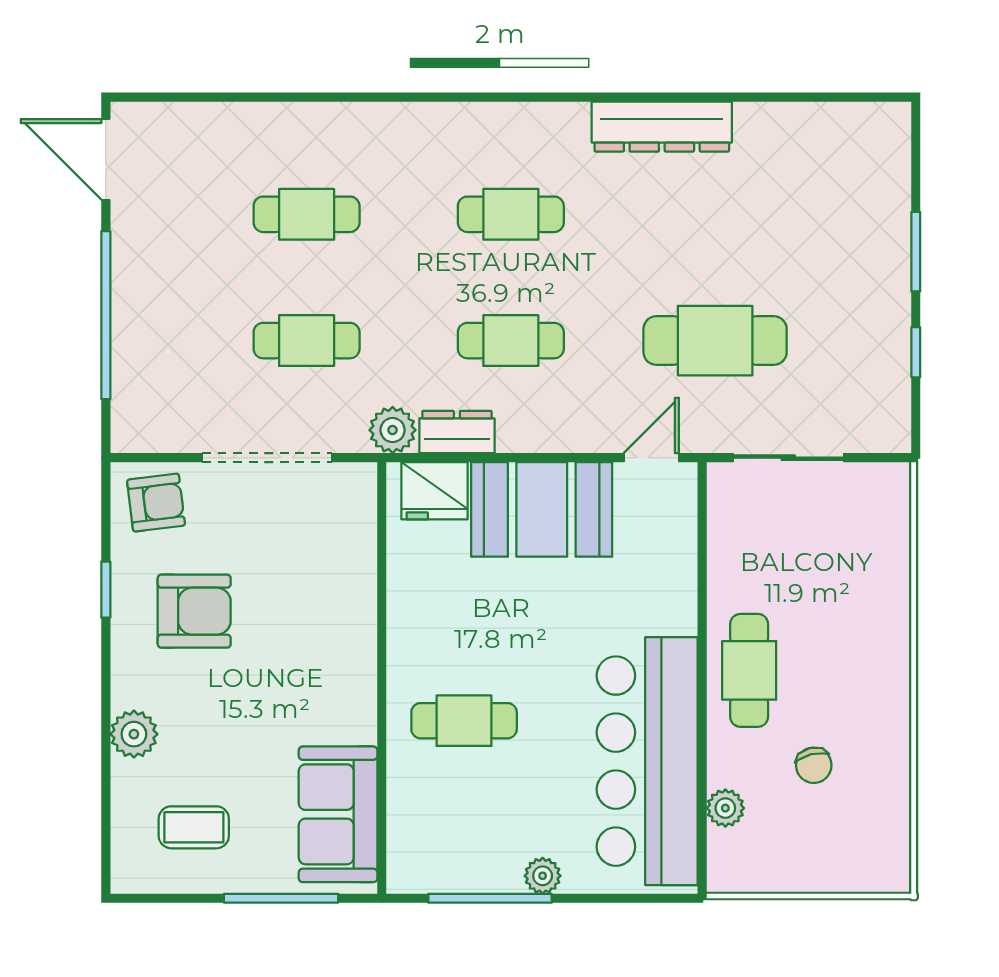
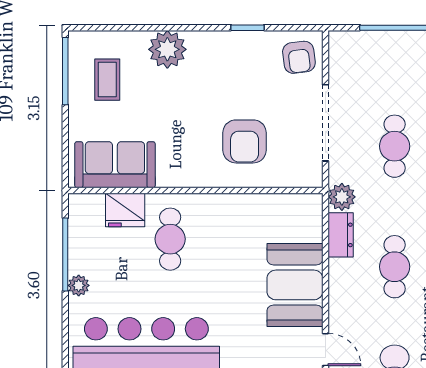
fridge: (434, 491) -> (125, 210), moved, turned -90
armchair: (194, 611) -> (245, 141), moved
plant: (134, 734) -> (167, 49), width x1.36, depth x1.36
window: (281, 898) -> (65, 71), moved

